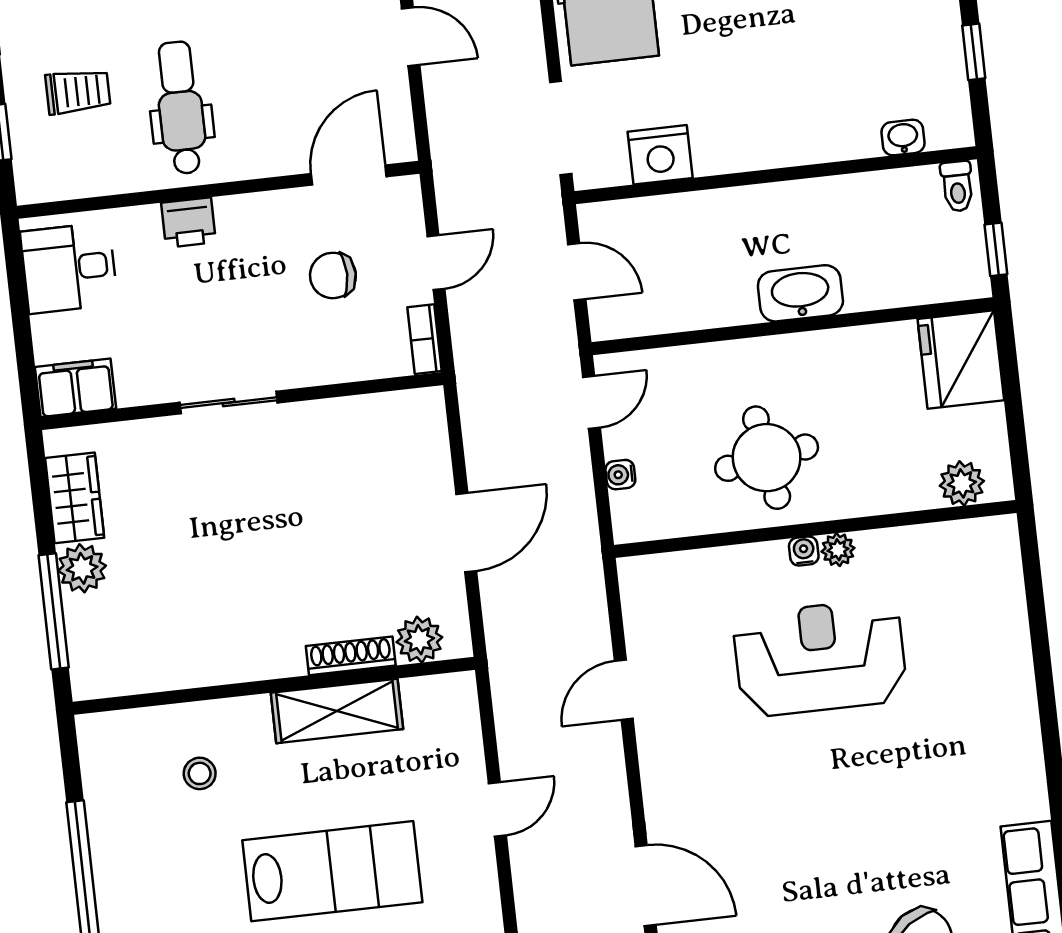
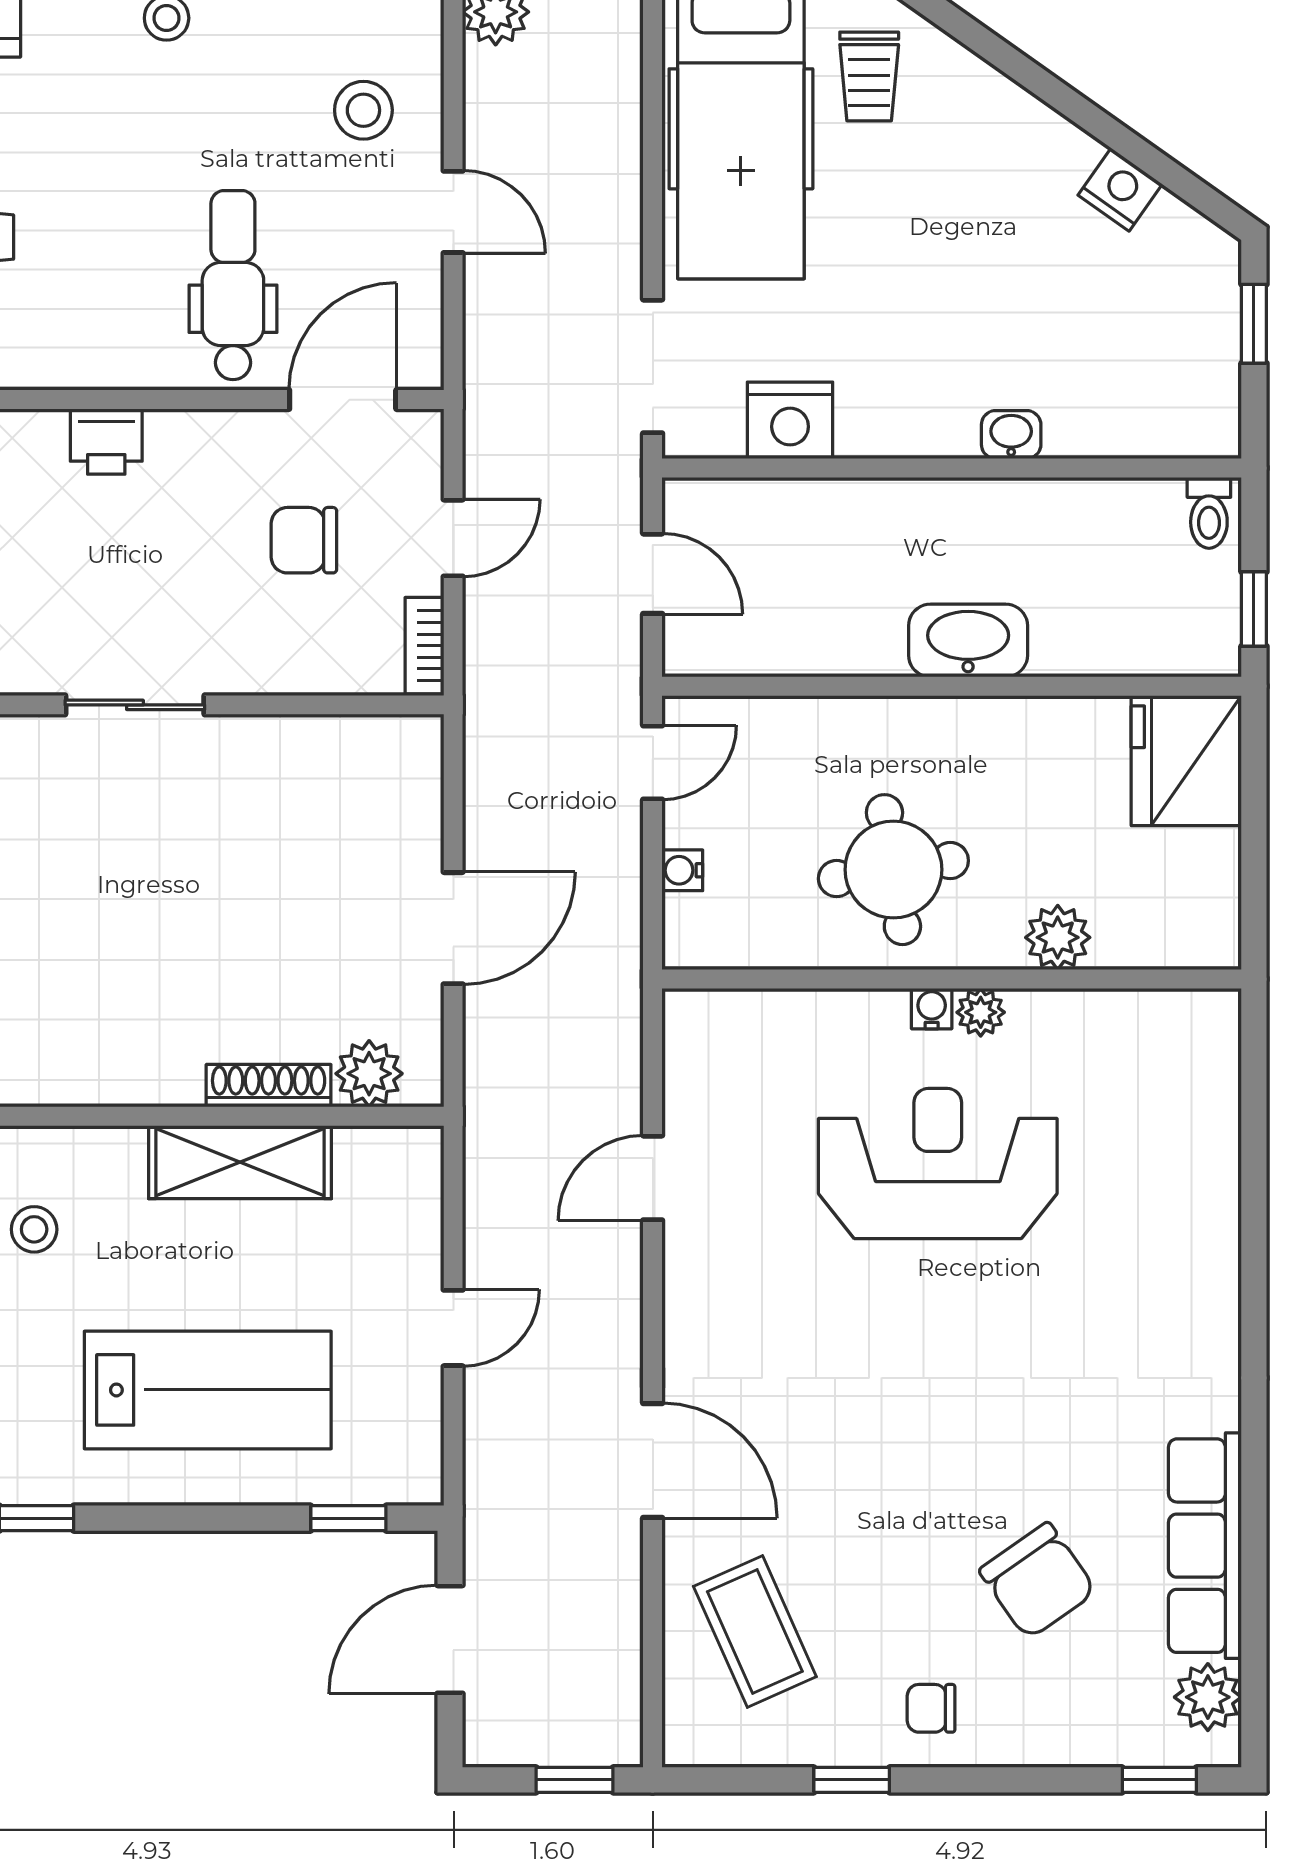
dental chair: (181, 108) -> (233, 285), moved
washbasin: (903, 138) -> (1011, 435), moved
plant: (962, 483) -> (1058, 937), moved

